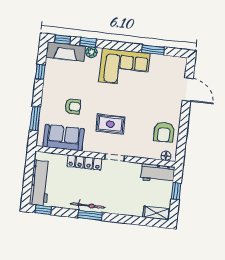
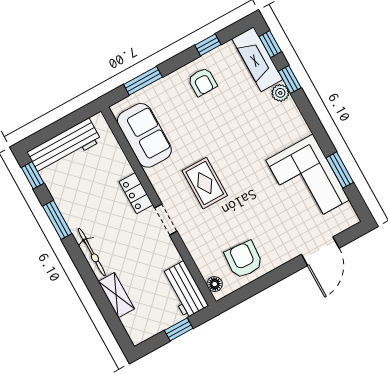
corner sofa: (124, 68) -> (307, 180), moved
armchair: (73, 106) -> (202, 82), moved
armchair: (164, 132) -> (244, 260), turned 94
locker: (84, 162) -> (136, 193), width x0.66
bicycle: (88, 206) -> (92, 252), moved
shelving: (157, 213) -> (116, 295), moved
window: (90, 215) -> (57, 220), moved

